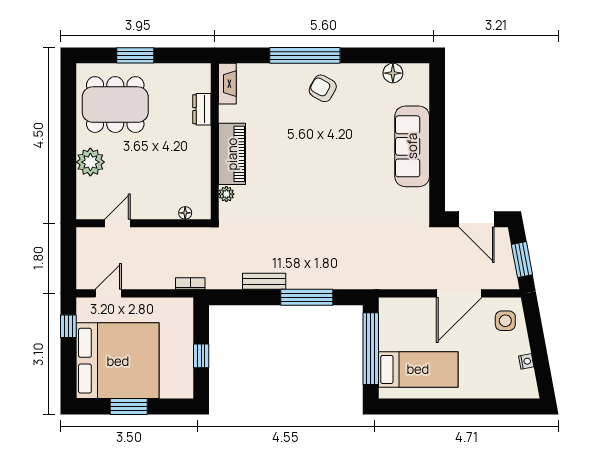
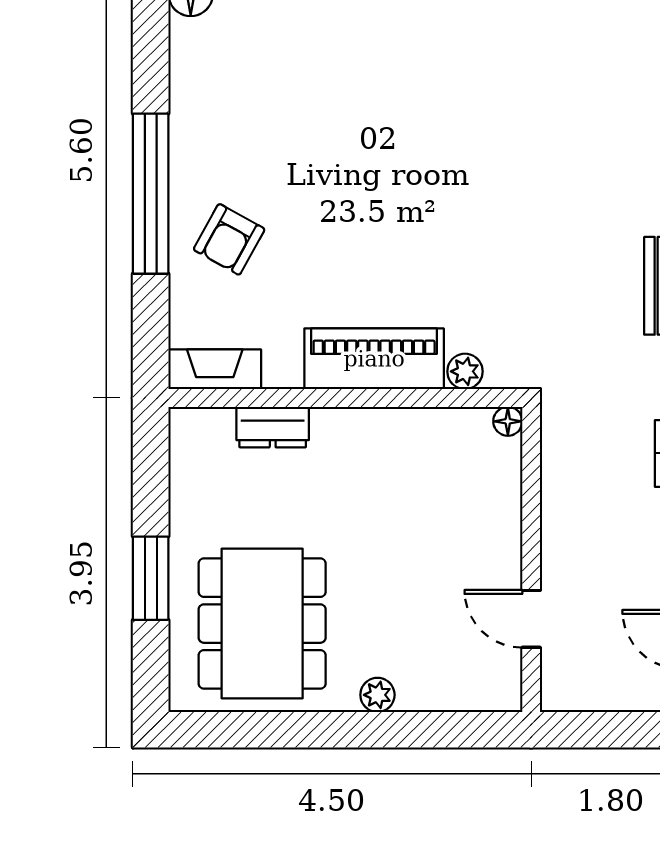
armchair: (323, 88) -> (229, 239), moved
plant: (90, 162) -> (377, 695), width x0.53, depth x0.53
floor lamp: (185, 213) -> (508, 421), moved

